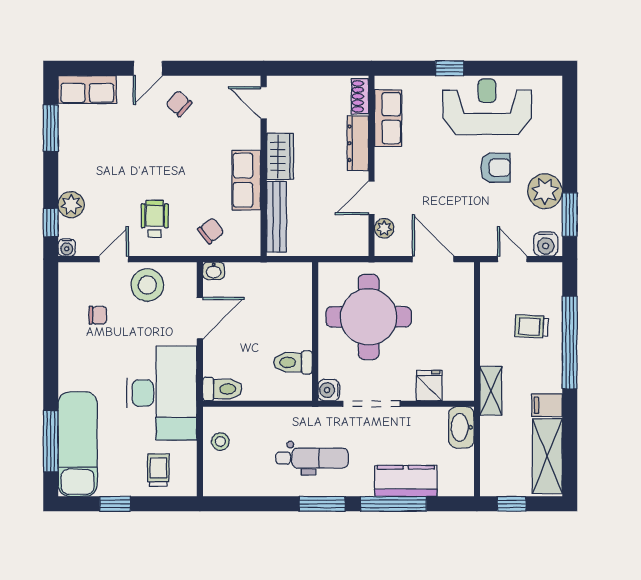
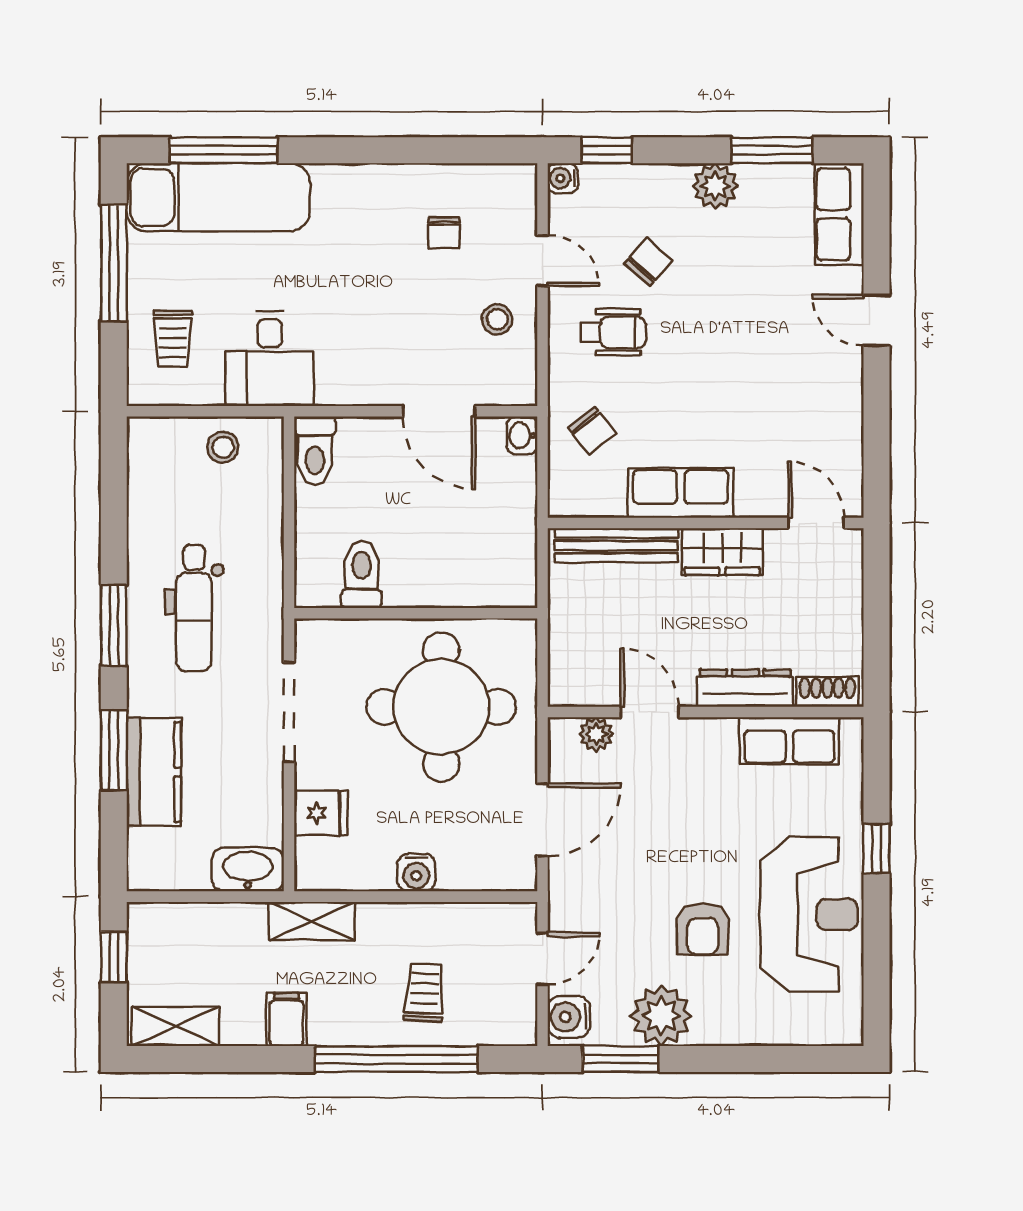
chair: (179, 103) -> (649, 262), moved
door: (264, 103) -> (816, 523), hinge flipped
plant: (71, 205) -> (715, 186), moved
stool: (147, 285) -> (497, 319), width x0.53, depth x0.53
water cooler: (329, 390) -> (416, 873), moved, turned 180
desk: (162, 393) -> (270, 359), width x0.53, depth x0.77
shelving: (547, 456) -> (175, 1026), width x0.67, depth x0.75
trolley: (158, 470) -> (173, 339), turned 90
window: (115, 504) -> (114, 263), width x2.17
window: (393, 504) -> (114, 750), width x0.69

